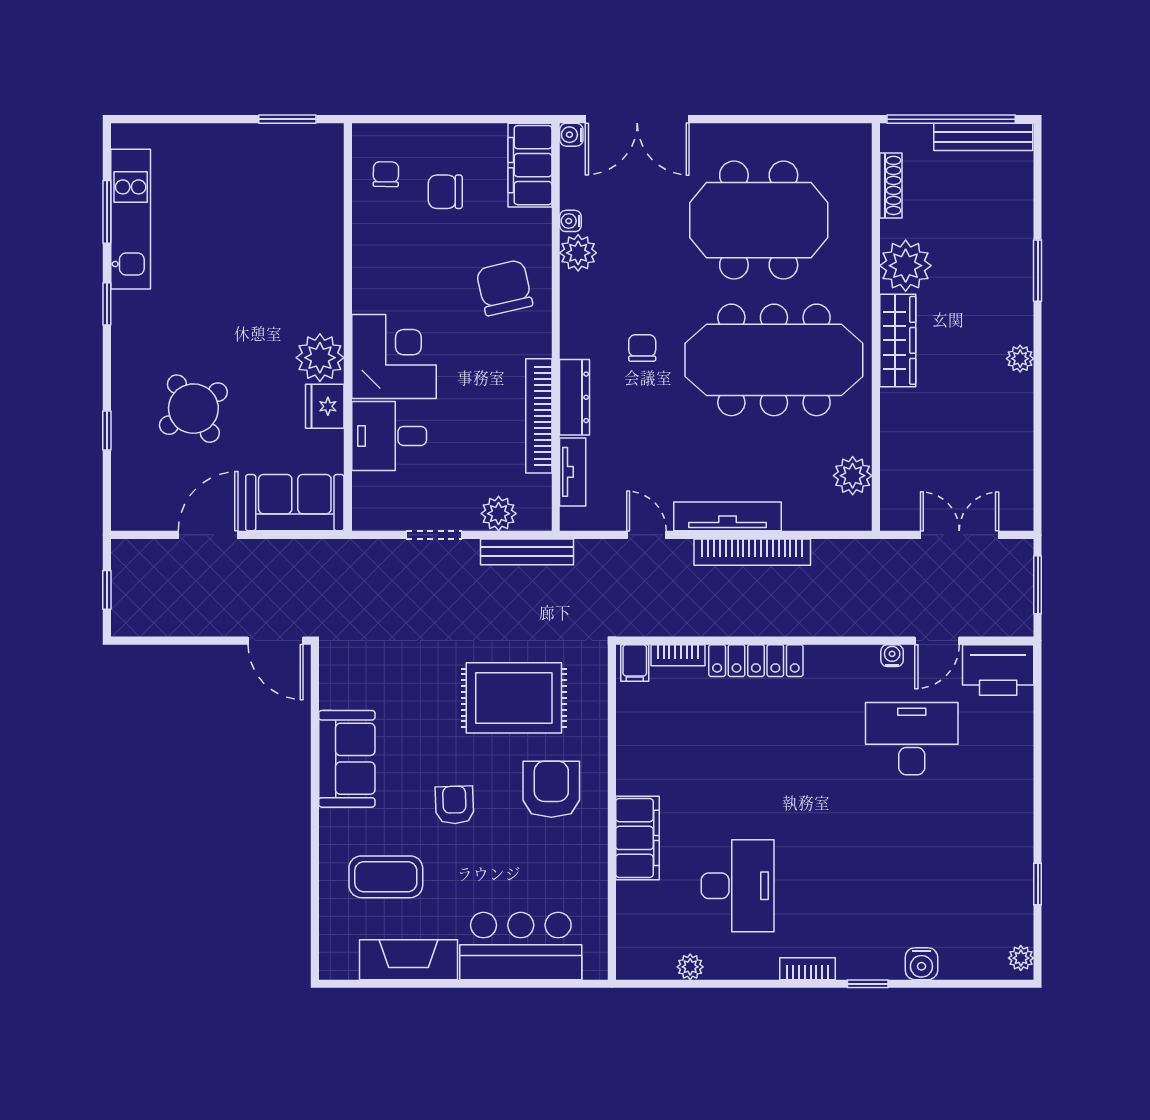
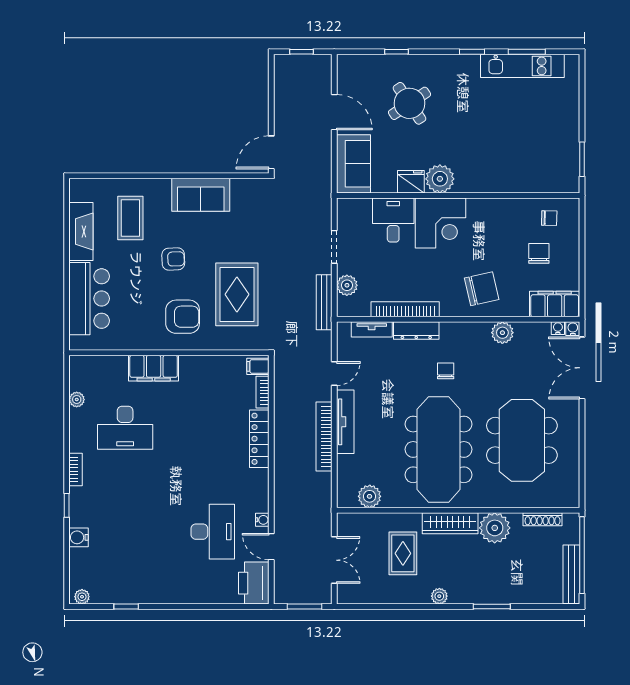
water cooler: (570, 221) -> (558, 328), moved
chair: (642, 348) -> (446, 371), turned -90
rug: (948, 420) -> (403, 553), added

